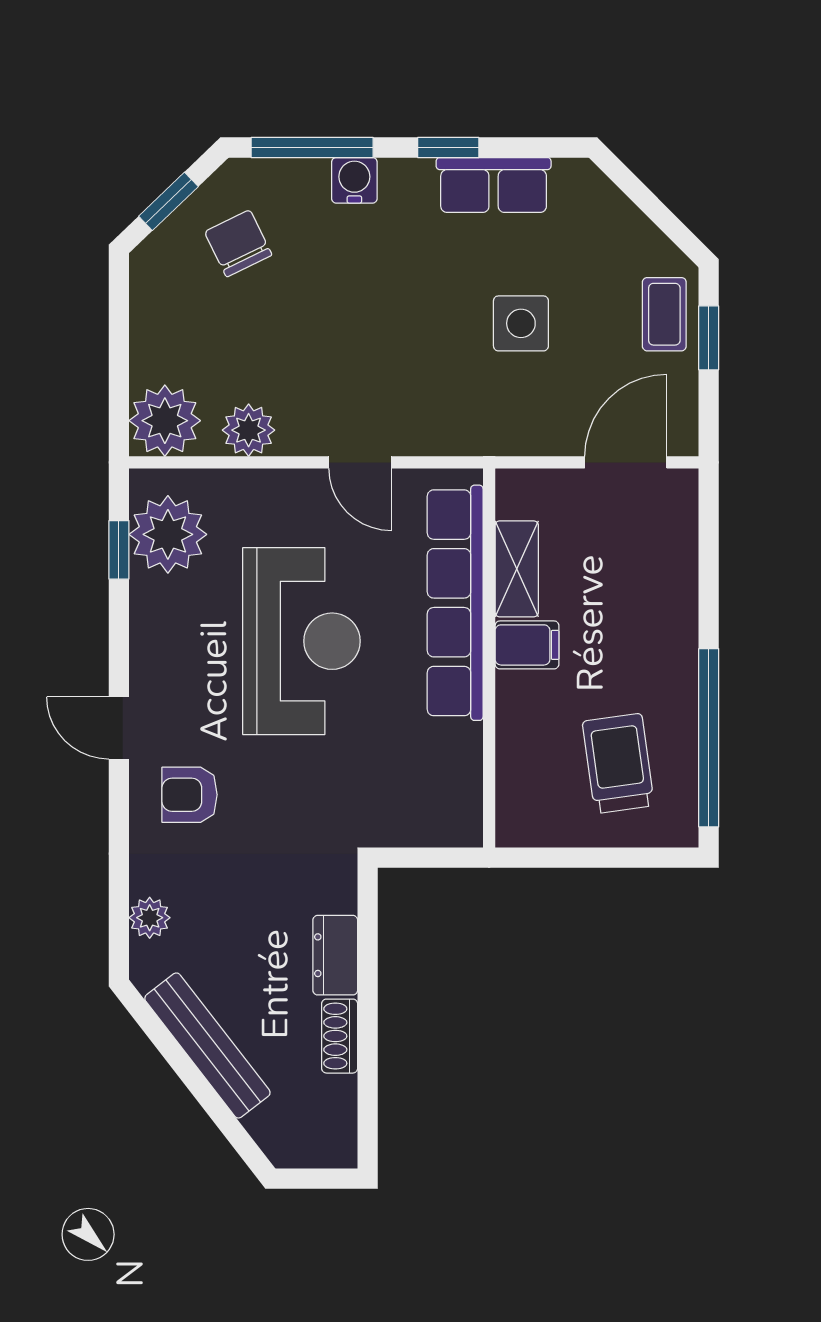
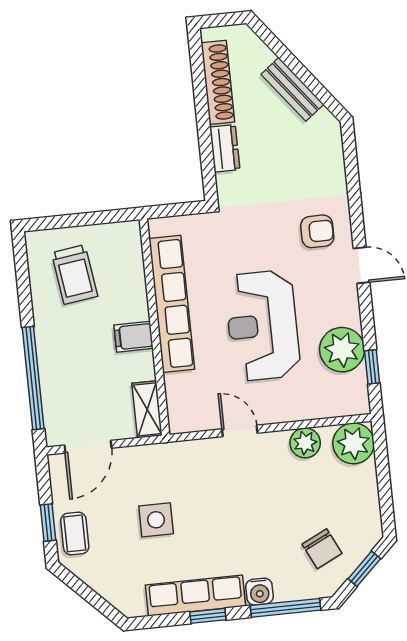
row of seats: (494, 185) -> (195, 596), width x1.48
plant: (168, 534) -> (342, 350), moved
shelving: (517, 569) -> (147, 409), moved
row of seats: (455, 603) -> (172, 304), moved
window: (709, 738) -> (33, 378), moved
plant: (150, 918) -> (333, 159), removed
shoe rack: (340, 1036) -> (218, 82), width x1.94, depth x1.24
bench: (207, 1045) -> (292, 89), width x0.73

